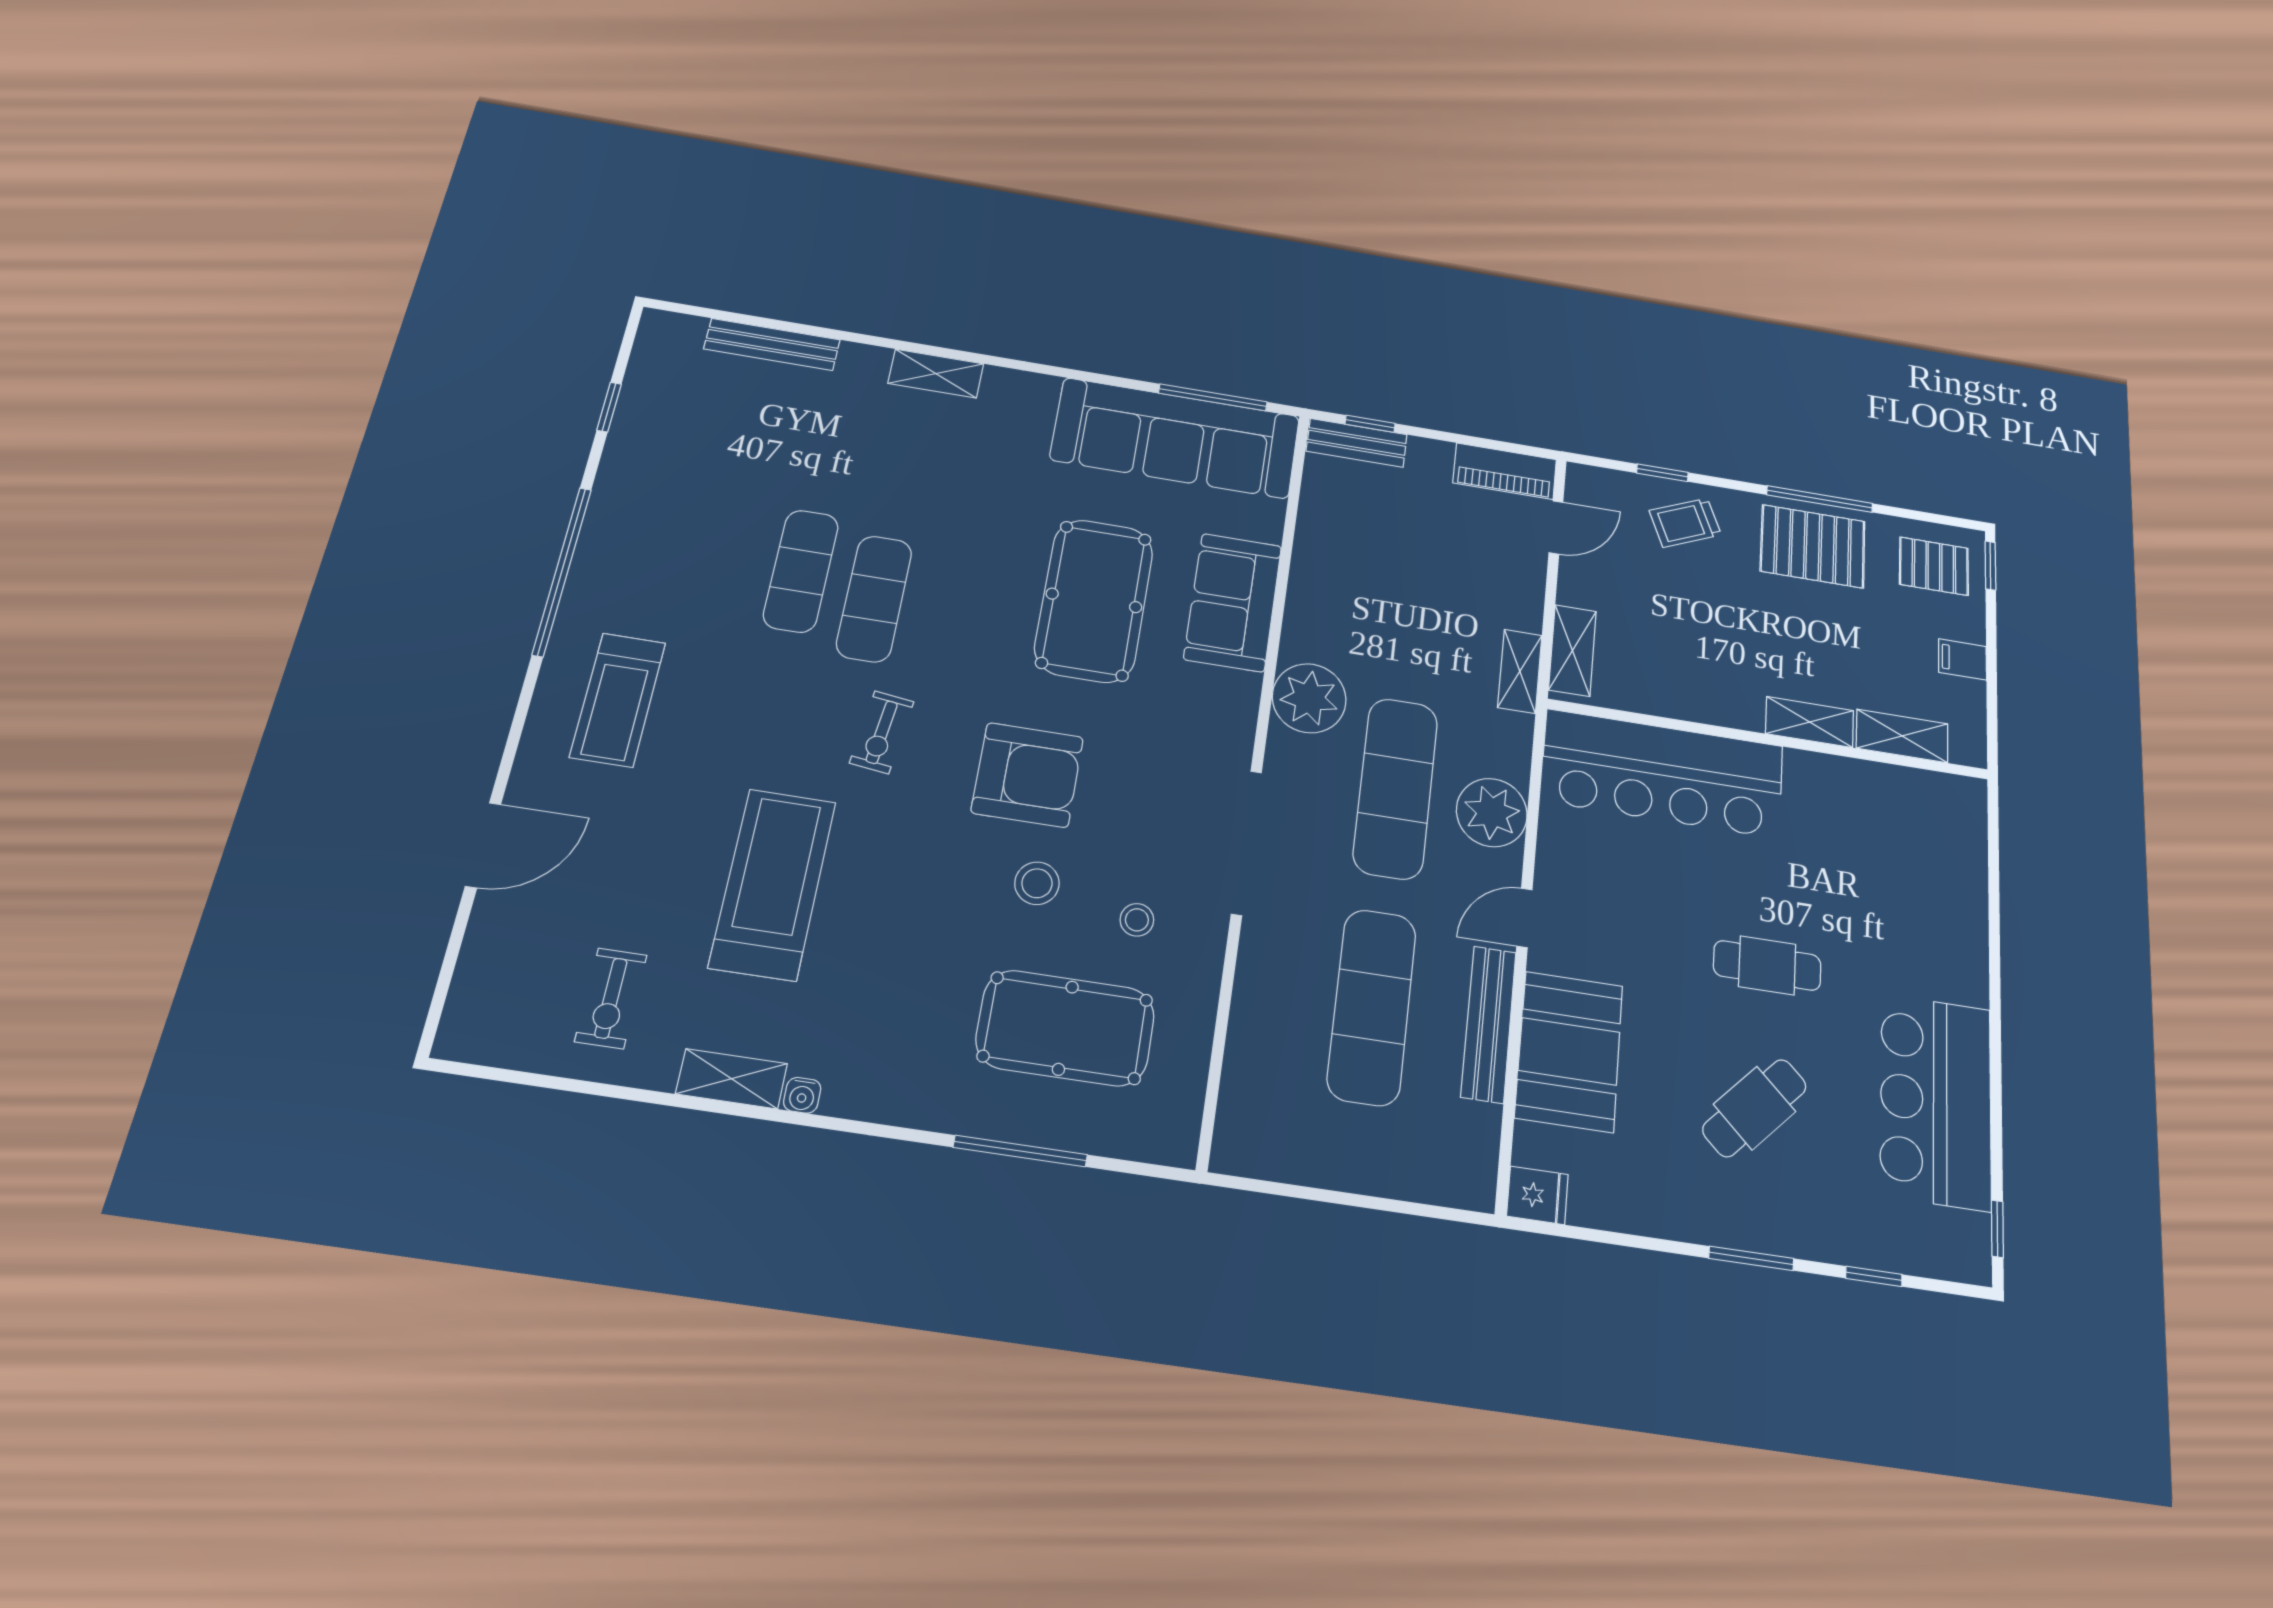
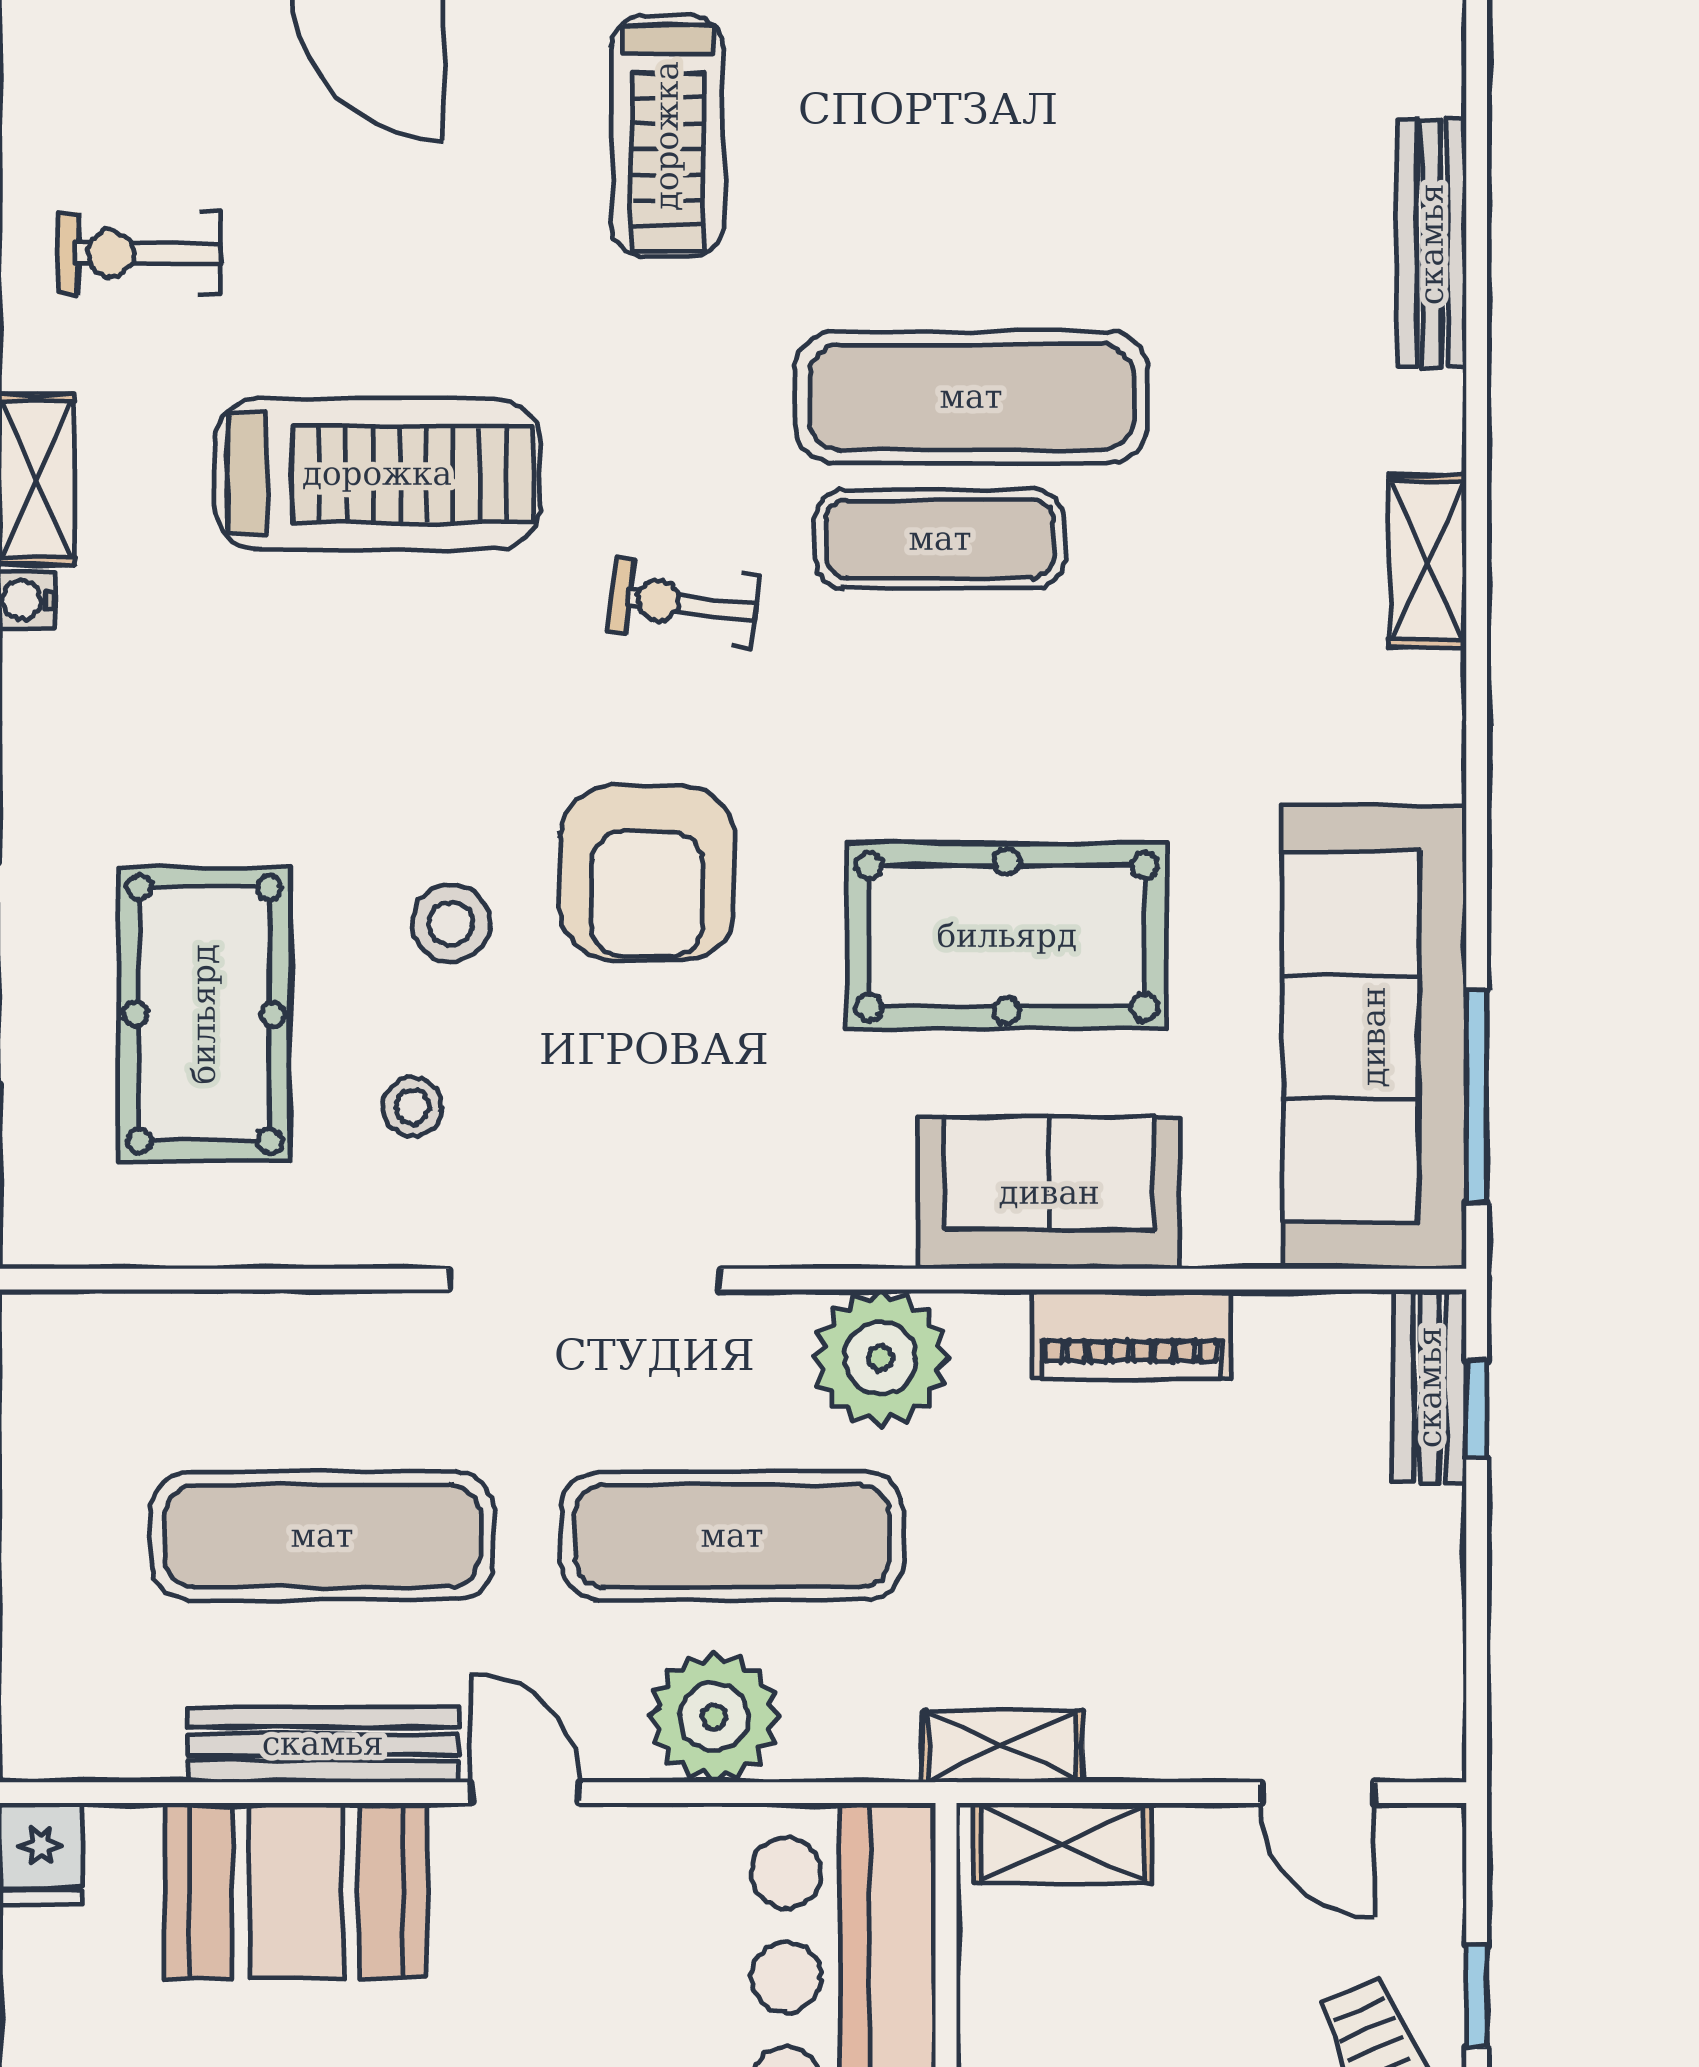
piano: (1505, 471) -> (1131, 1334), moved, turned -90
exercise mat: (801, 571) -> (971, 397), width x1.36, depth x1.45
treadmill: (618, 700) -> (667, 136), turned -90

